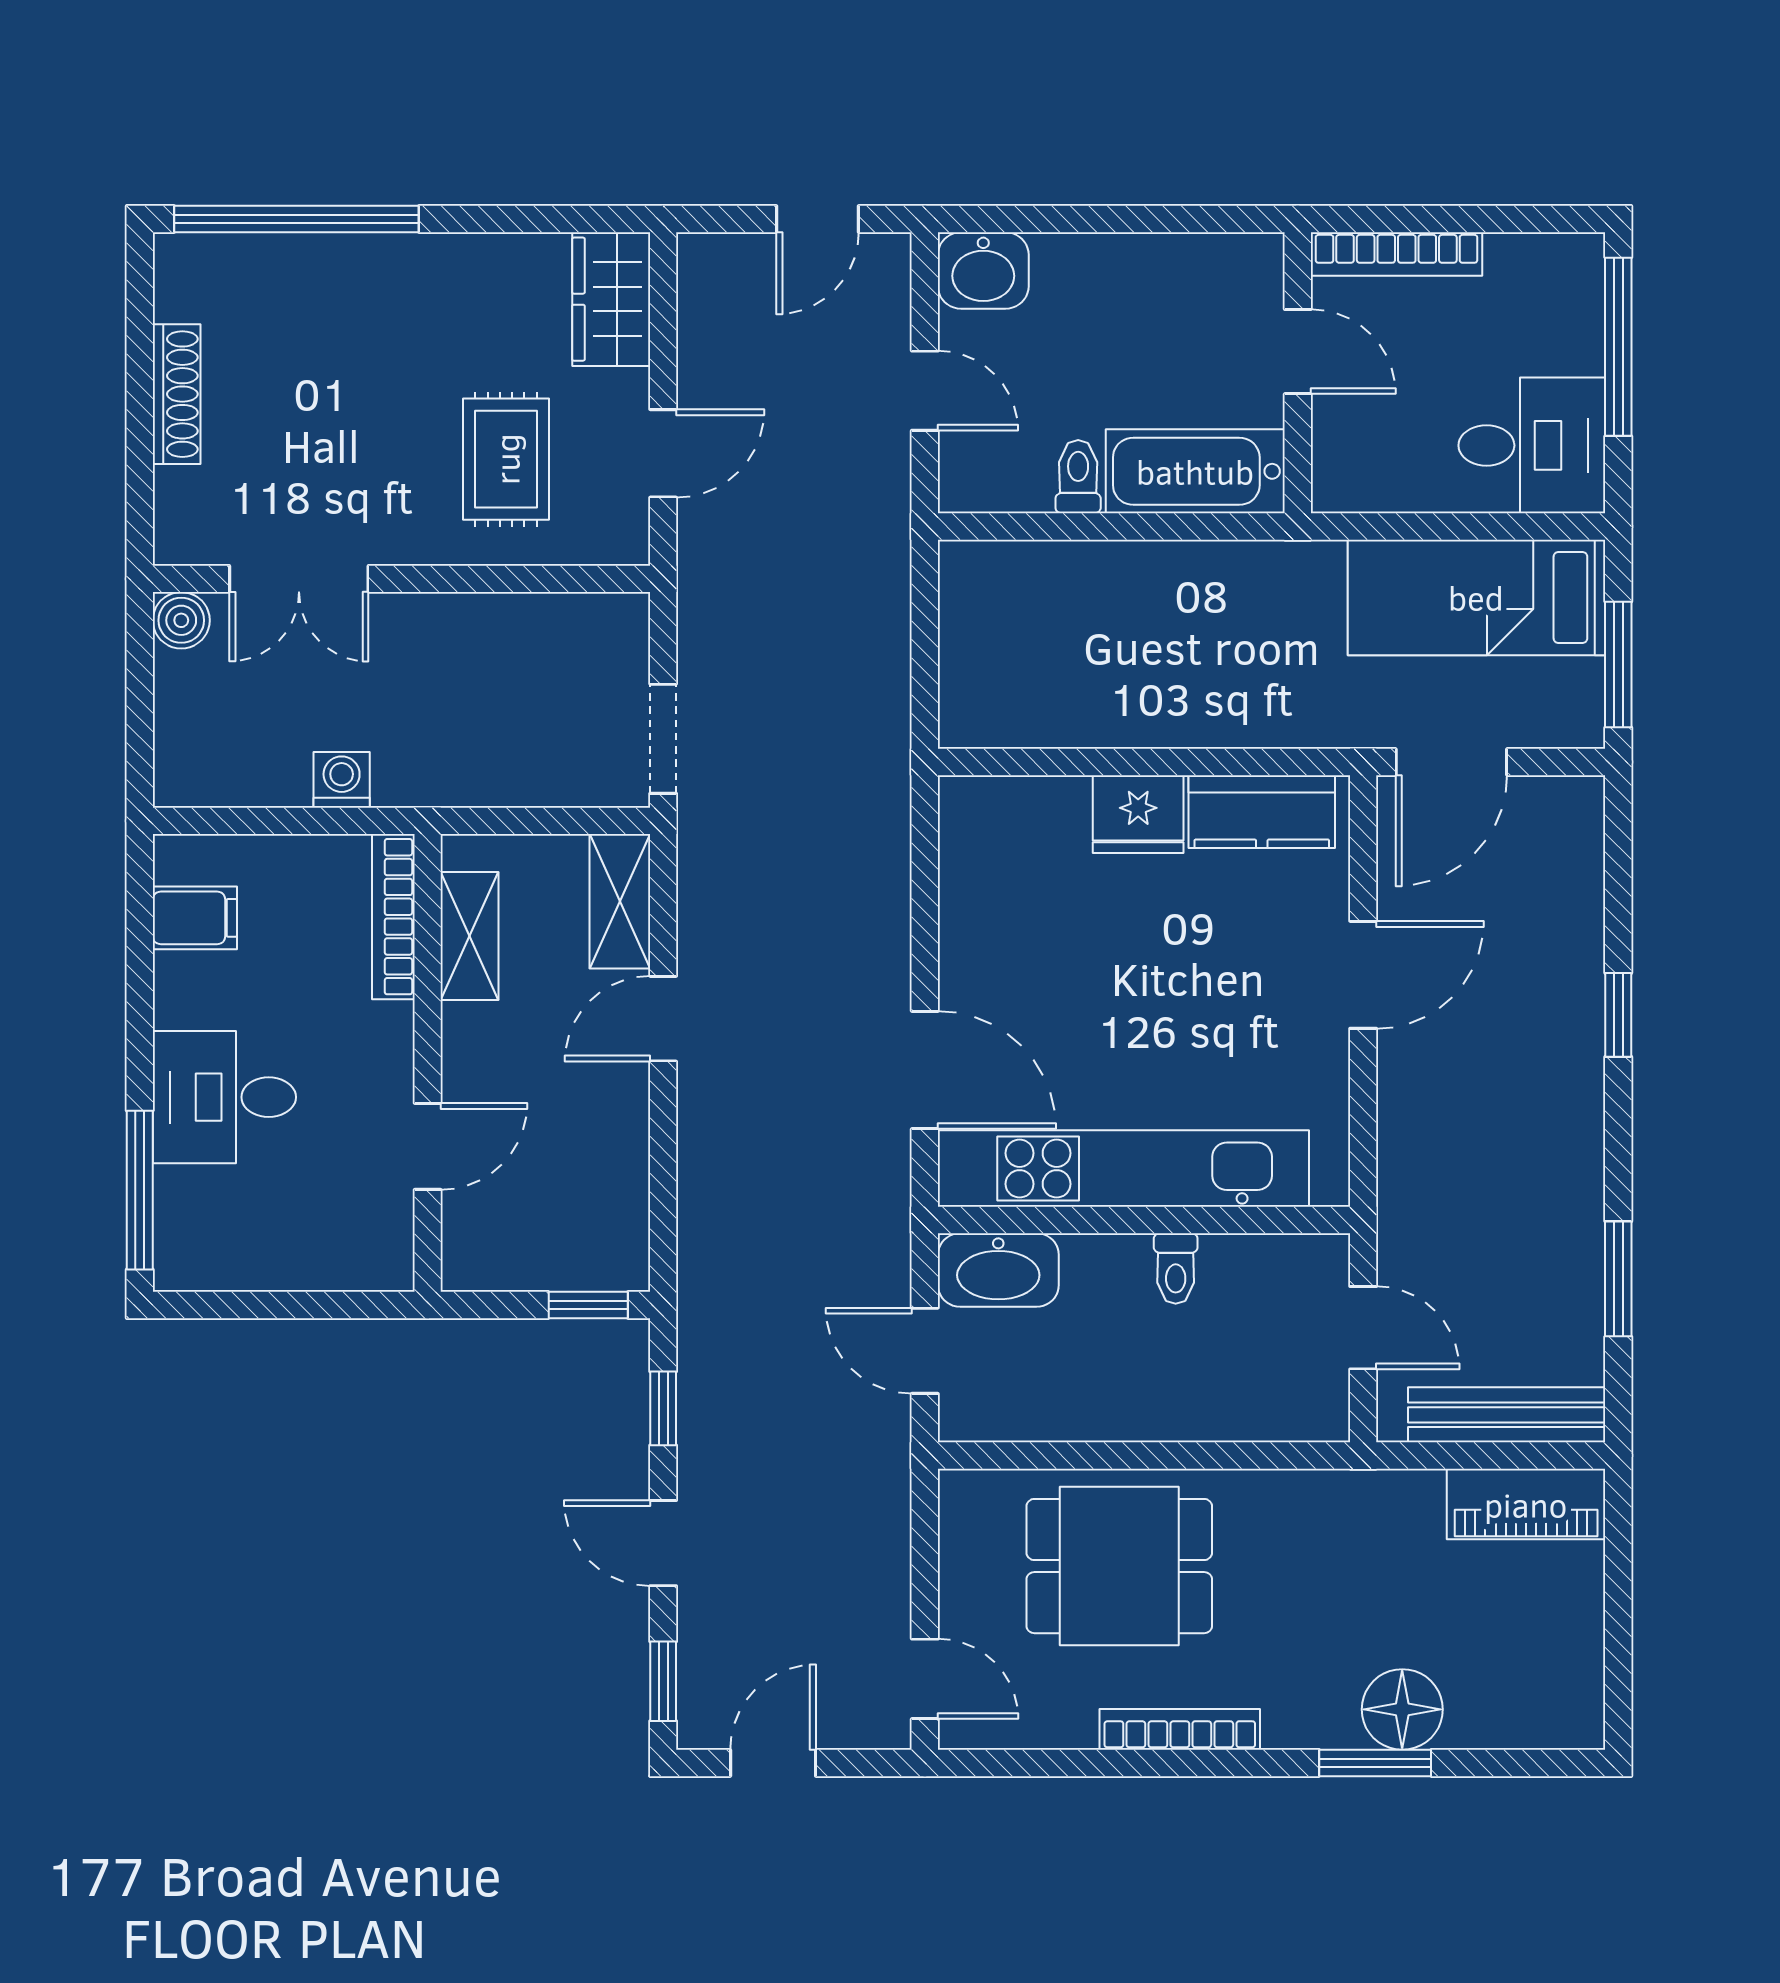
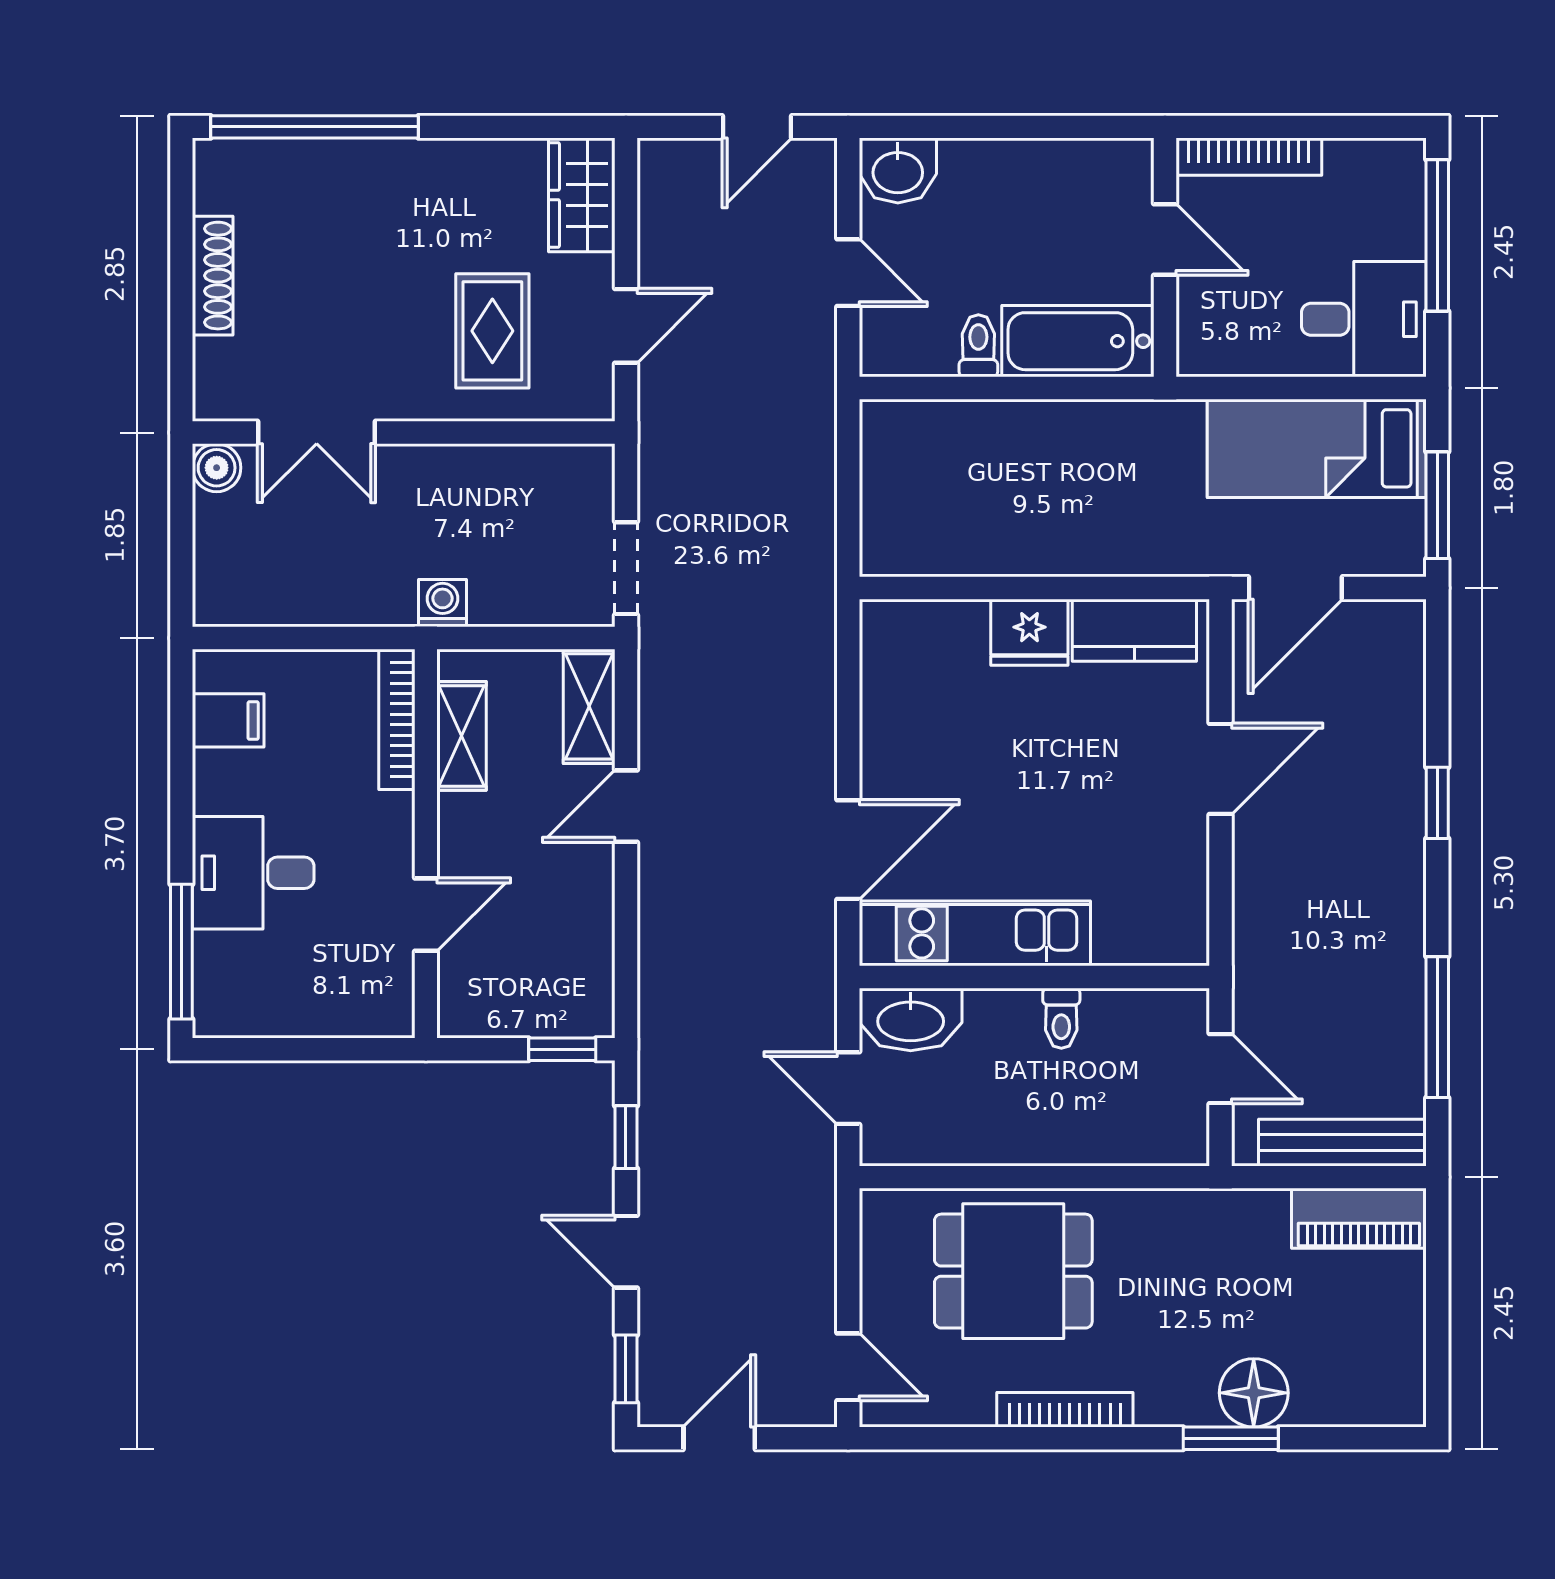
washing machine: (342, 780) -> (443, 603), moved
door: (925, 1070) -> (848, 850), hinge flipped
kitchen unit: (1123, 1169) -> (975, 933), width x0.73
window: (1618, 1279) -> (1437, 1027), width x1.44

